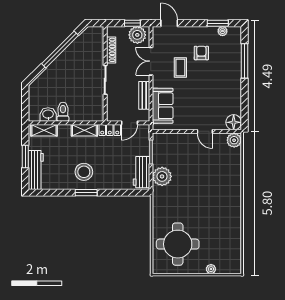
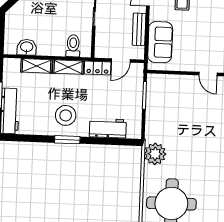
toilet: (63, 112) -> (73, 46), moved
shelving: (44, 130) -> (37, 66), moved
workbench: (141, 172) -> (108, 128), moved, turned 90
plant: (162, 176) -> (155, 154), moved

